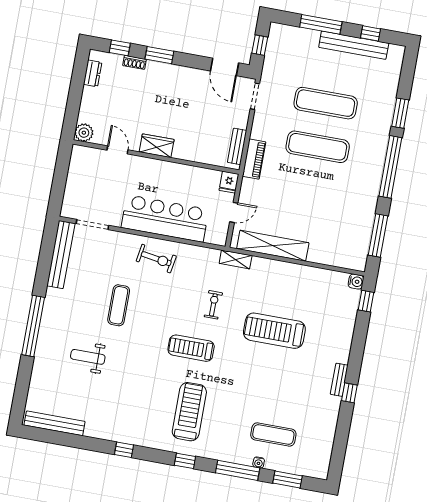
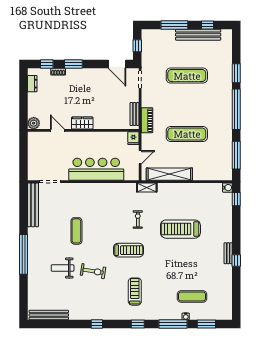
exercise mat: (318, 147) -> (187, 134), moved
exercise bike: (156, 259) -> (93, 271), moved
treadmill: (191, 348) -> (128, 250), turned 180
treadmill: (189, 412) -> (135, 292), width x0.73, depth x0.73

